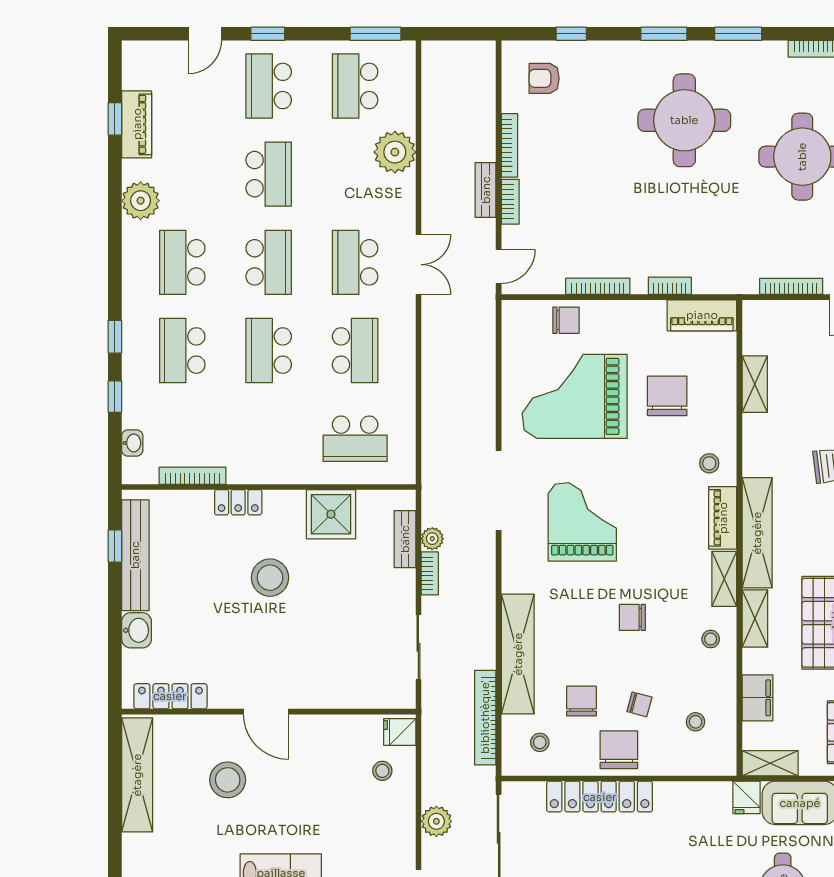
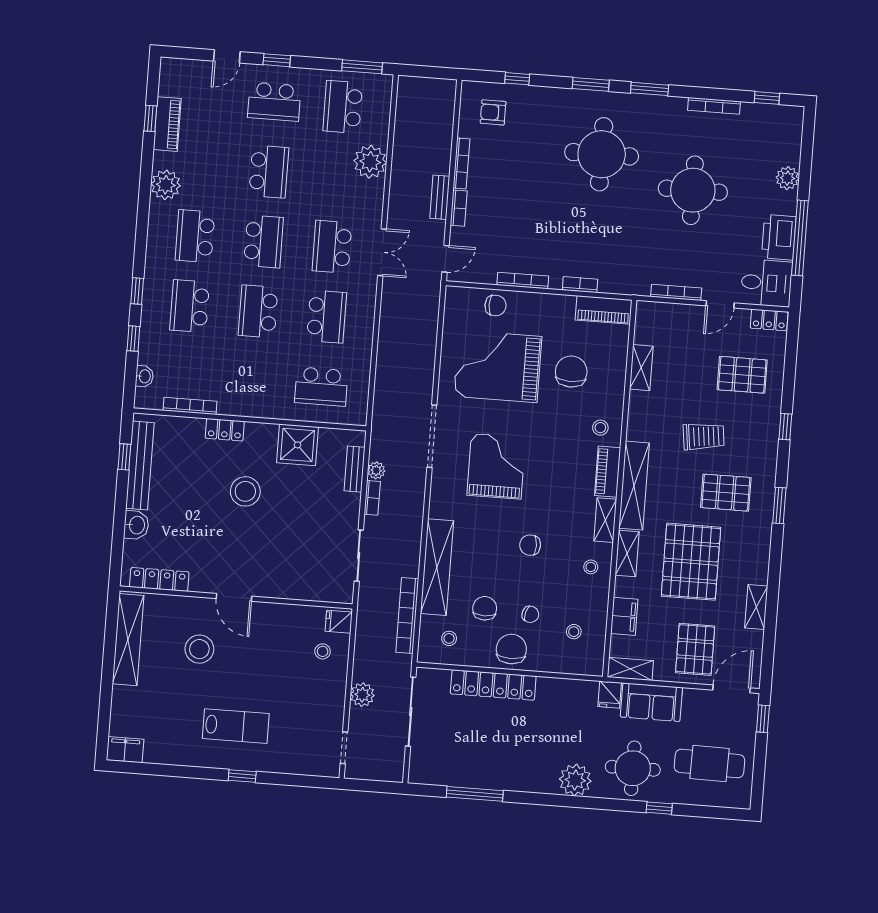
school desk: (269, 86) -> (274, 102), turned -90

